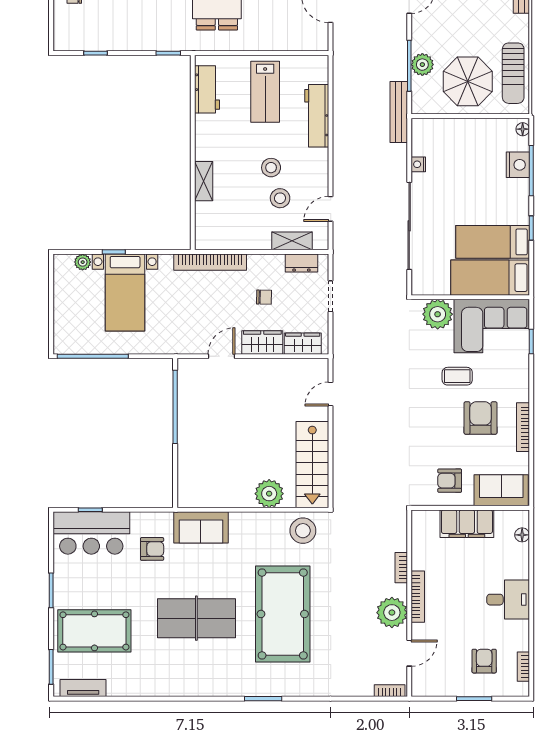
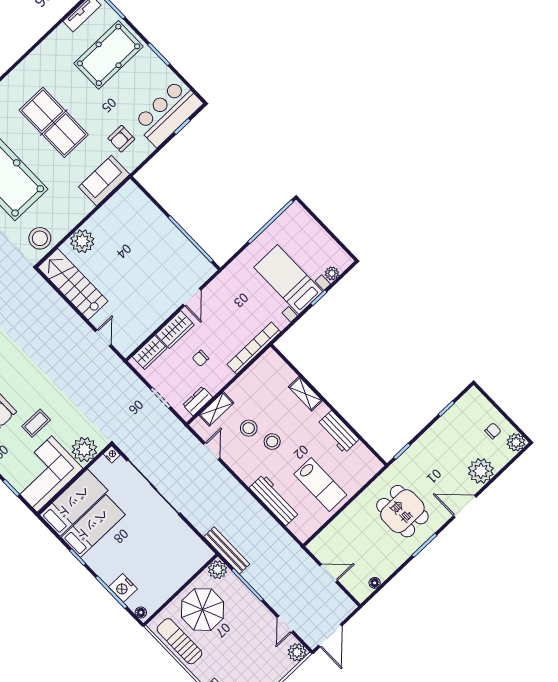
plant: (422, 65) -> (217, 570), moved
workbench: (207, 89) -> (338, 432), moved
lab bench: (265, 92) -> (320, 484), turned 180
nightstand: (418, 164) -> (112, 454), moved
table tennis table: (196, 618) -> (54, 122), turned 90

